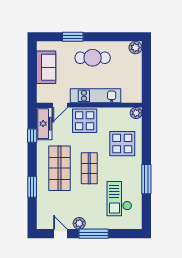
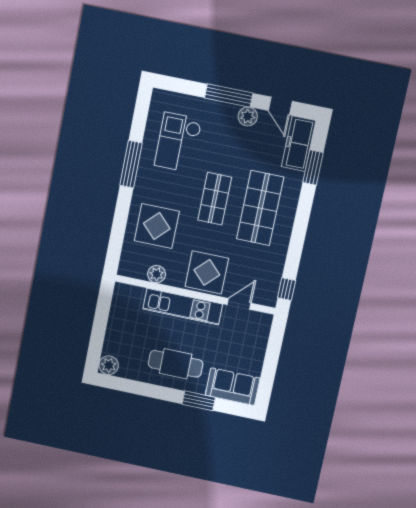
sofa: (46, 67) -> (233, 387), moved, turned 90
plant: (136, 113) -> (157, 274), moved
freezer: (44, 124) -> (299, 144), moved
window: (32, 136) -> (287, 289), moved
window: (32, 187) -> (313, 167), moved
checkout: (119, 199) -> (178, 142), turned 180

